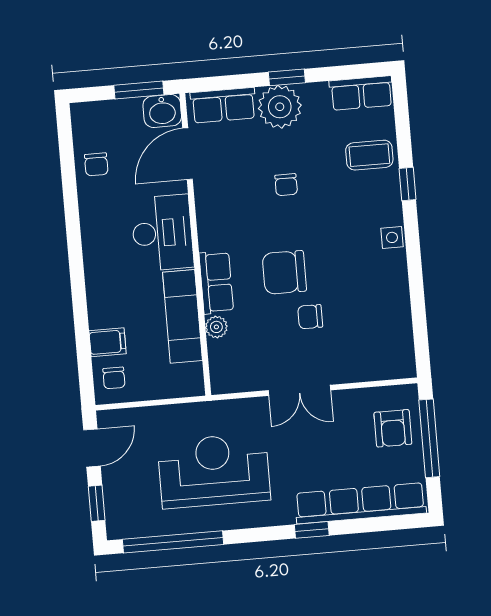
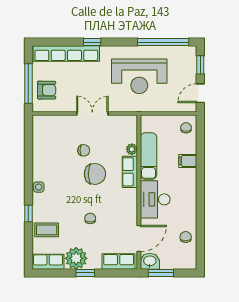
plant: (280, 107) -> (76, 258), moved
filing cabinet: (107, 342) -> (188, 161), moved
armchair: (393, 428) -> (47, 90), turned 90

